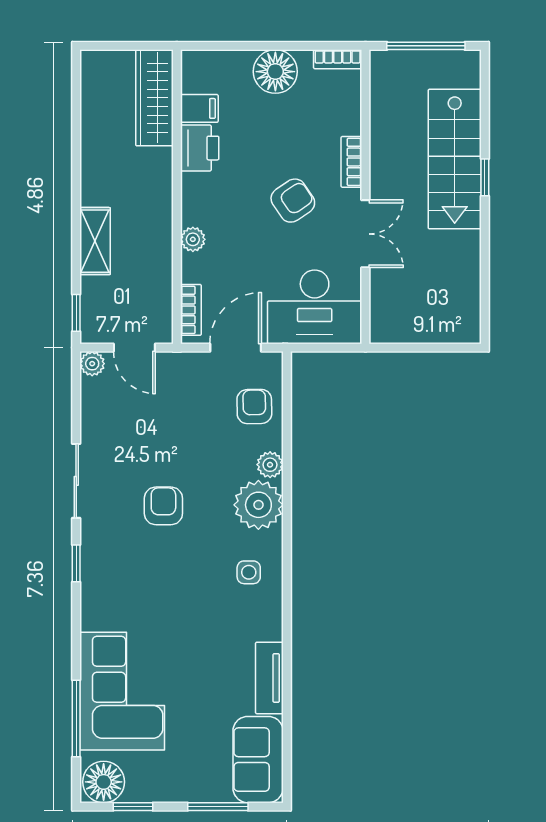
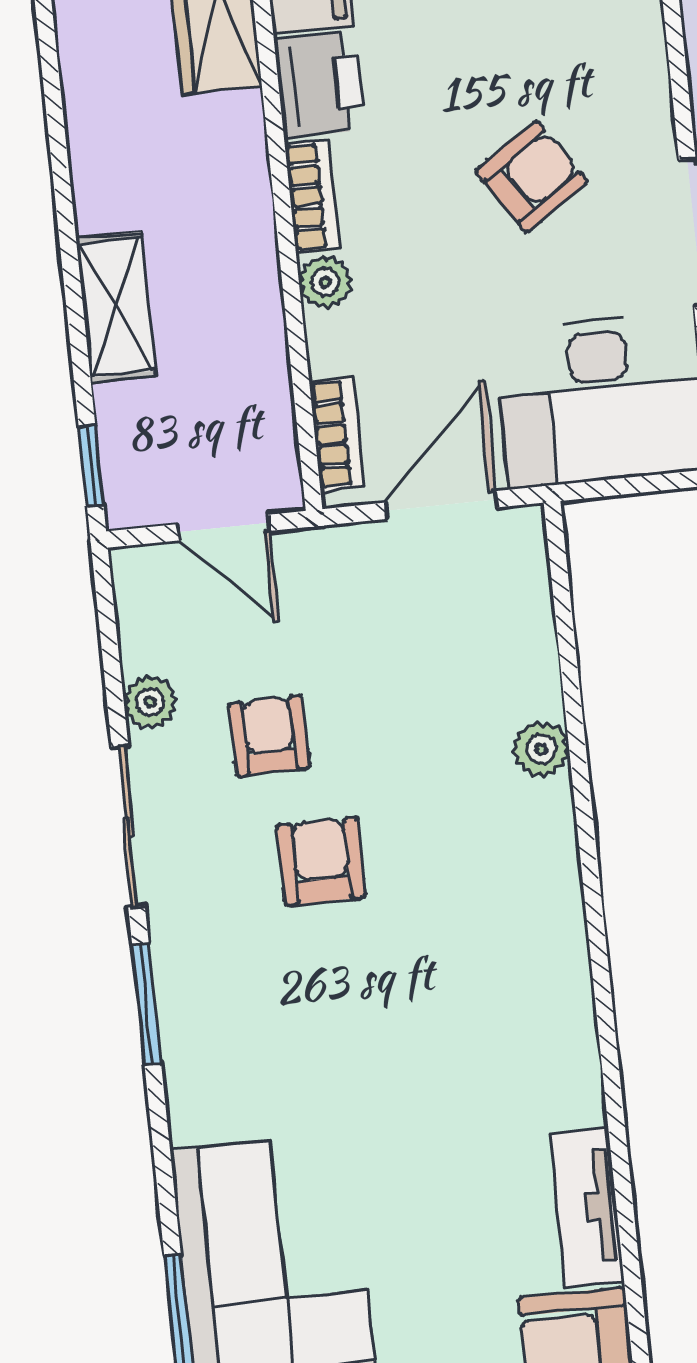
bookcase: (351, 162) -> (312, 196), moved, turned 180
plant: (92, 364) -> (150, 702), moved
armchair: (254, 407) -> (269, 736), moved
plant: (258, 505) -> (525, 838), removed
window: (76, 563) -> (147, 1004), width x1.50
side table: (249, 572) -> (519, 985), removed

